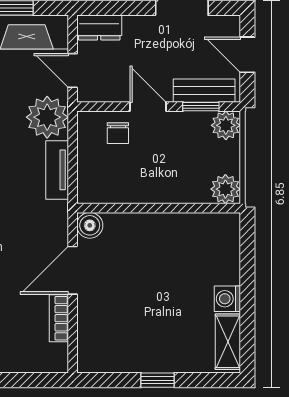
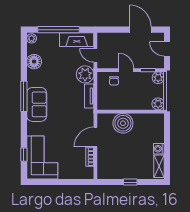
dresser: (99, 28) -> (106, 38), removed
bench: (204, 91) -> (149, 63), removed
boiler: (90, 225) -> (123, 123), moved, width x1.86, depth x1.86

